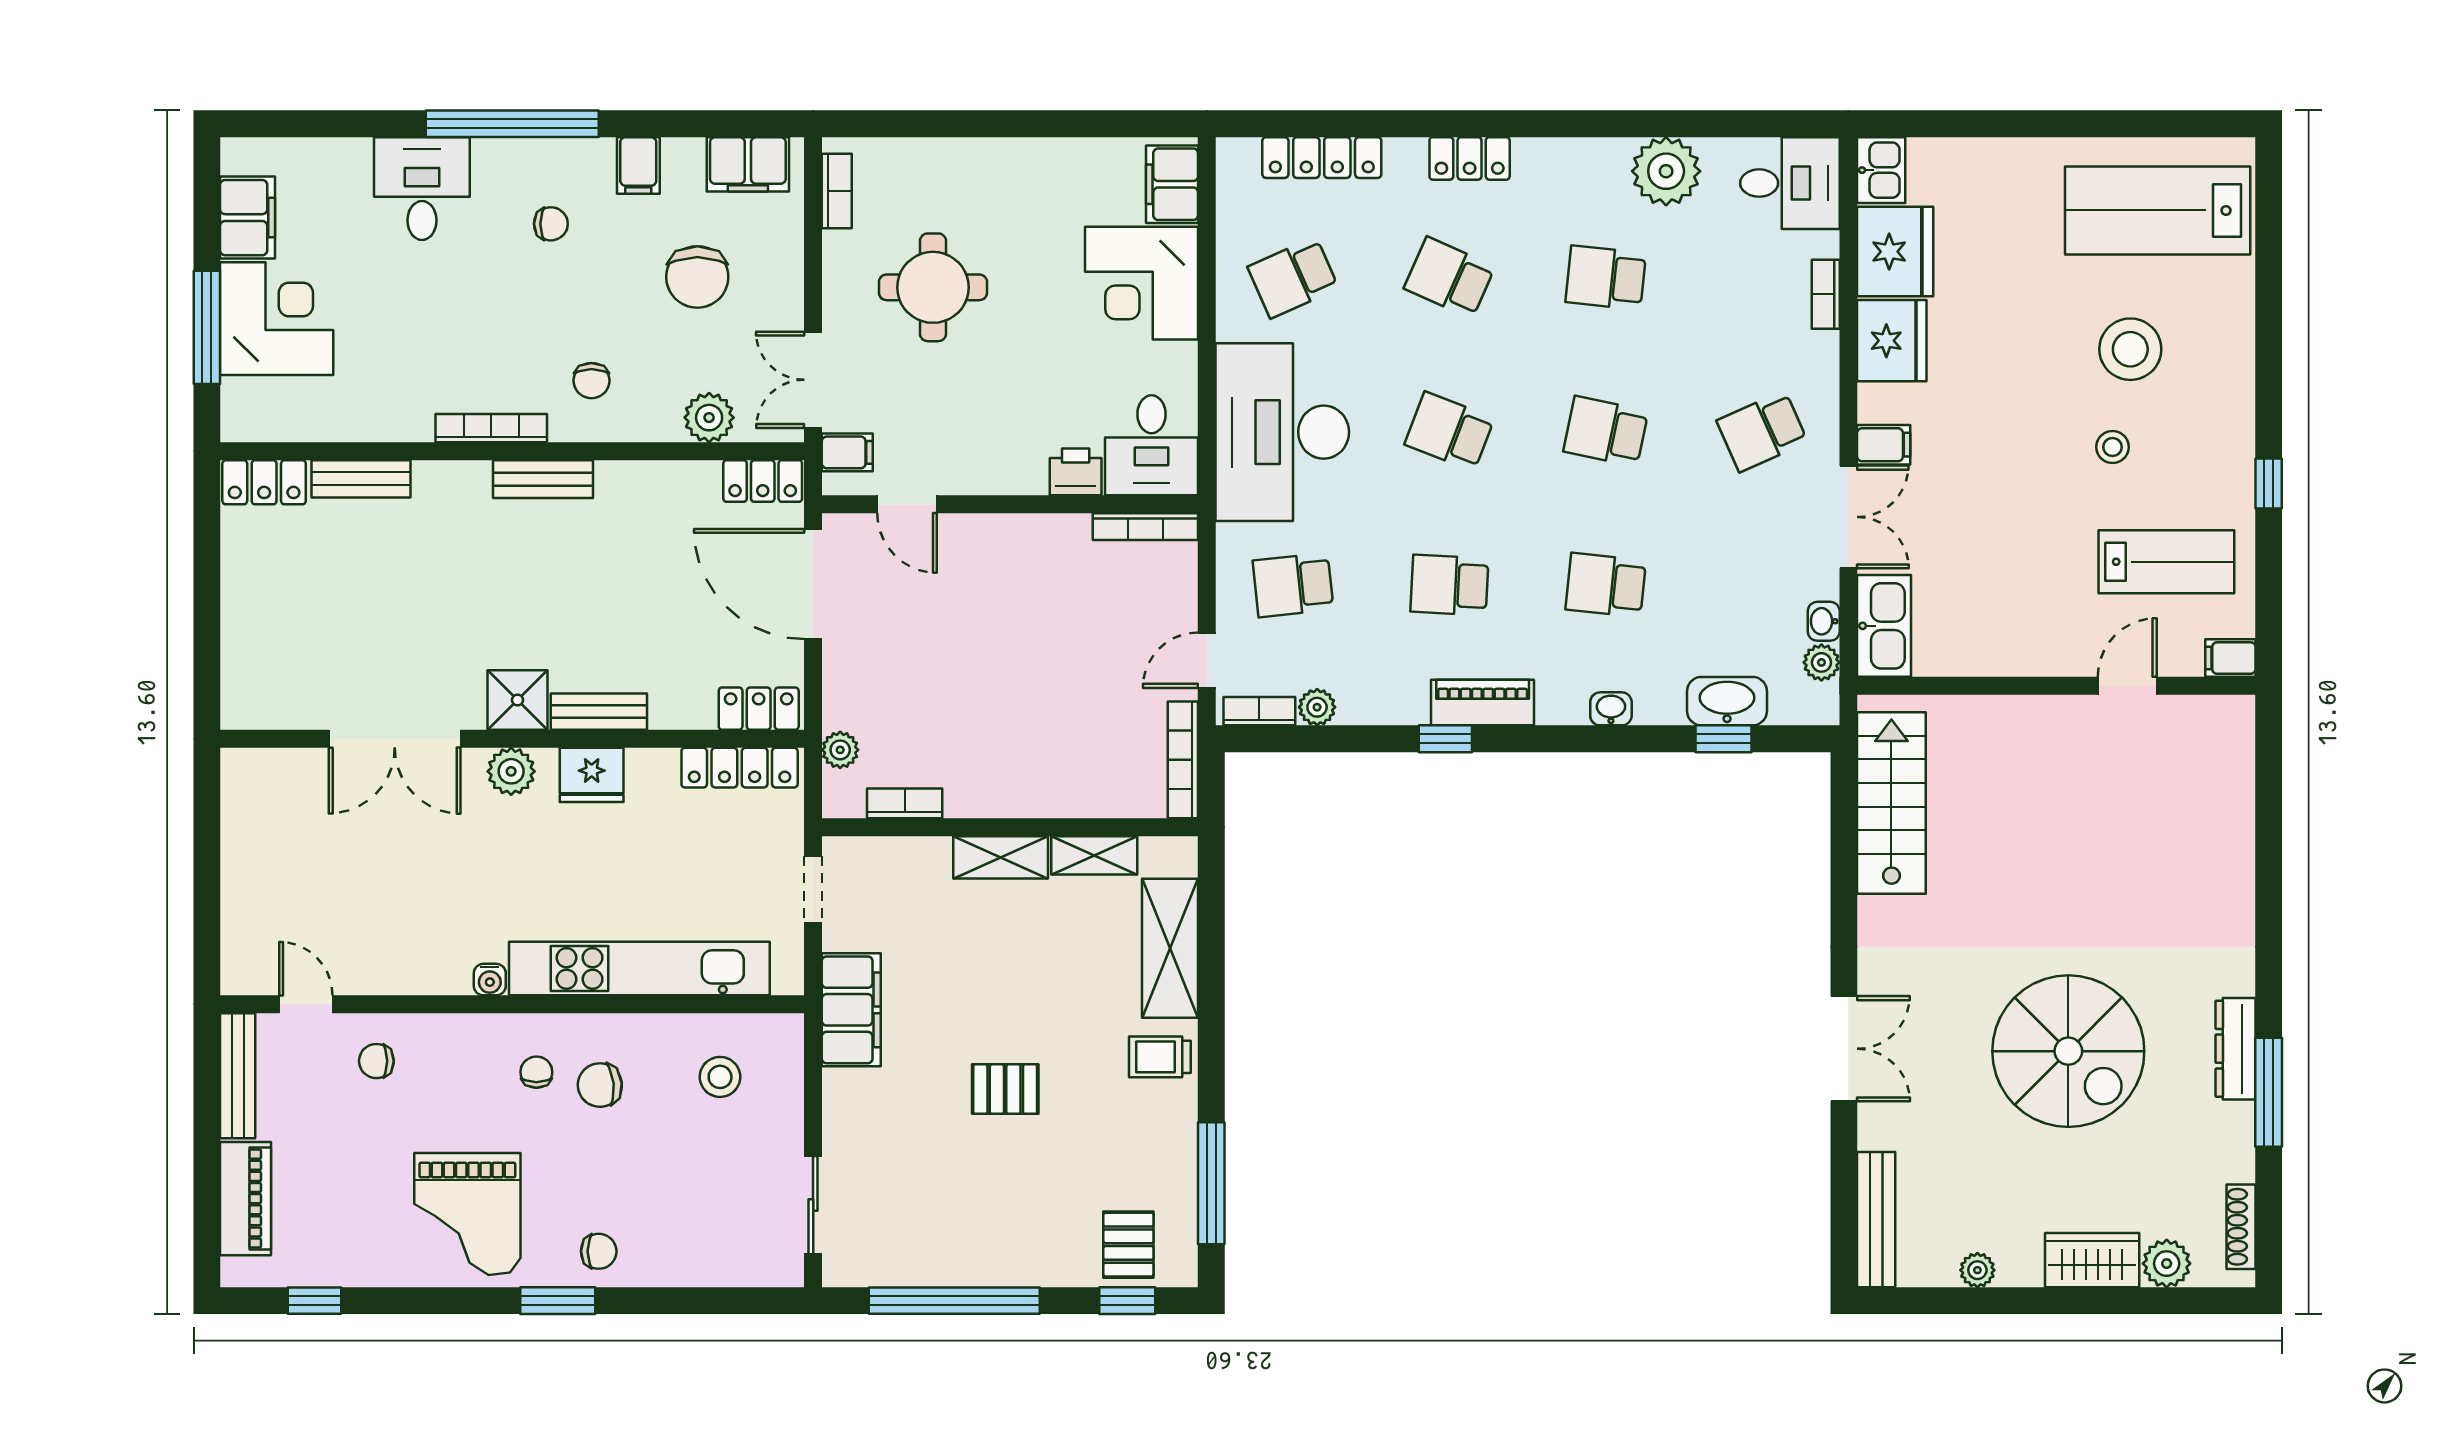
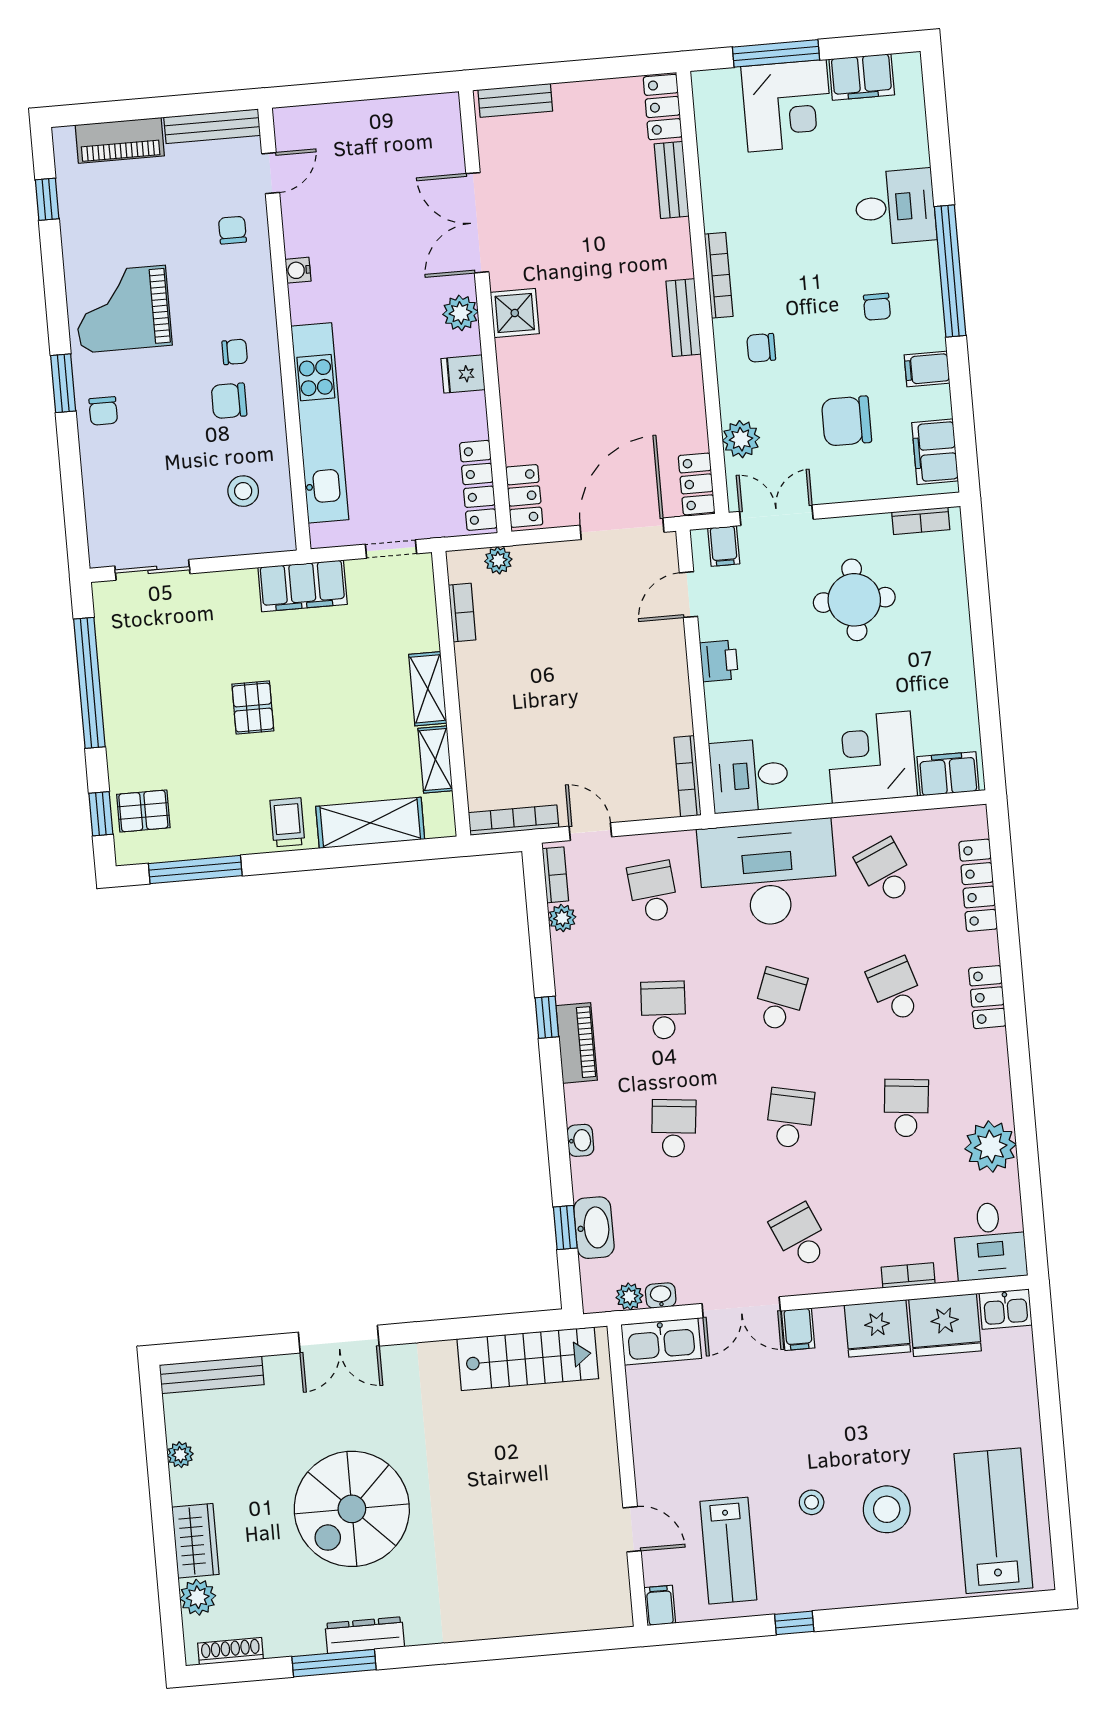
school desk: (1449, 278) -> (896, 990), turned -42
printer: (1076, 472) -> (719, 661), moved
bench: (599, 712) -> (515, 100), moved, turned 90
fridge: (592, 775) -> (463, 374), width x0.72
water cooler: (490, 980) -> (298, 270), moved
chair: (600, 1085) -> (229, 401), turned -84

